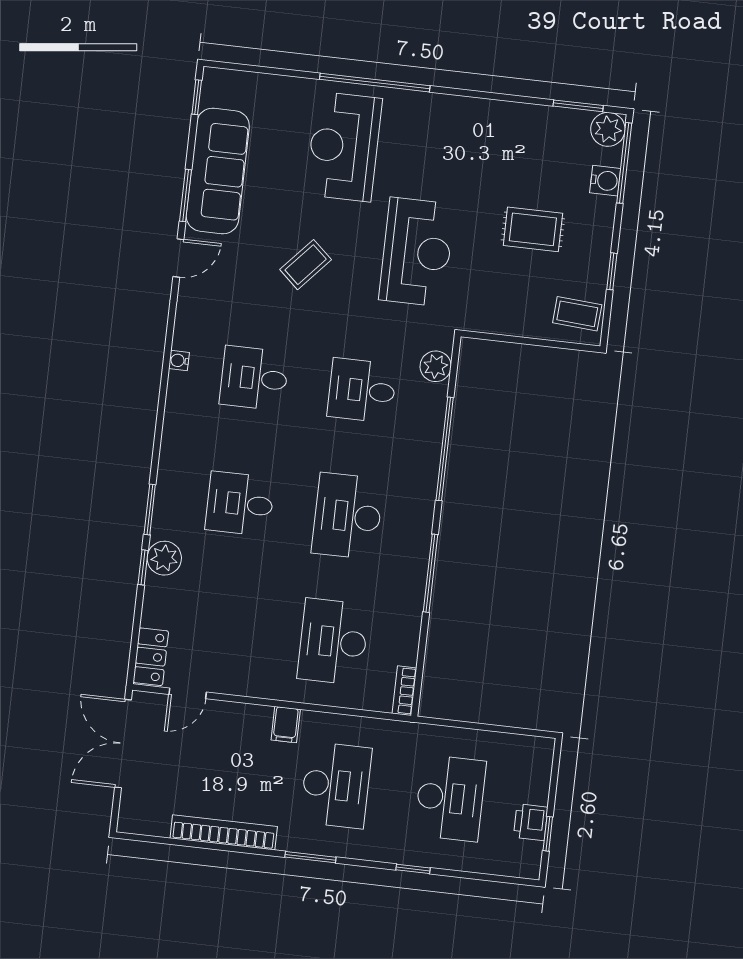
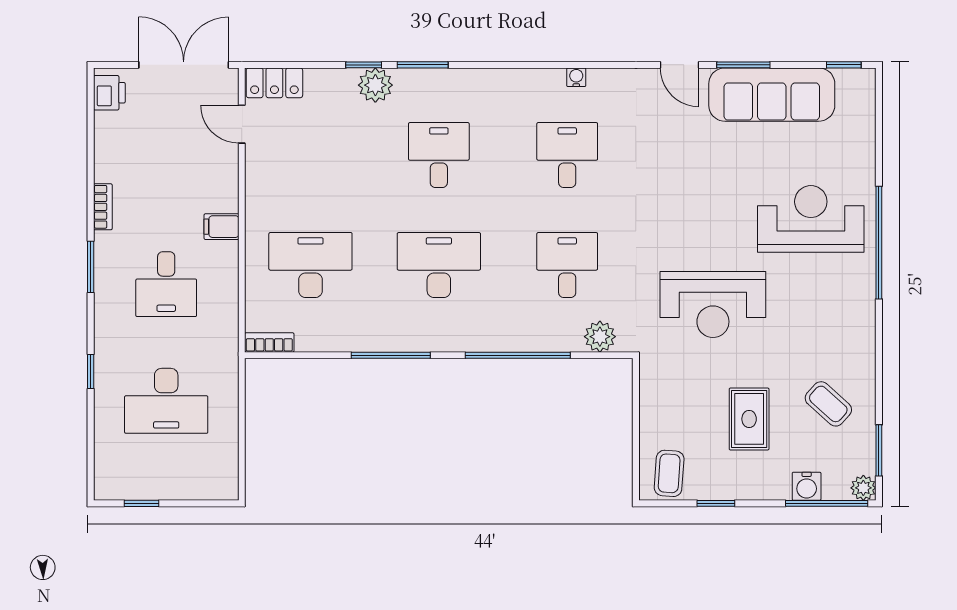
plant: (608, 129) -> (863, 488), width x0.73, depth x0.73
coffee table: (306, 265) -> (828, 404), moved
desk: (336, 785) -> (166, 284), width x0.73
printer: (531, 822) -> (109, 93), moved, turned 90
bookcase: (224, 832) -> (103, 207), width x0.43, depth x0.76

